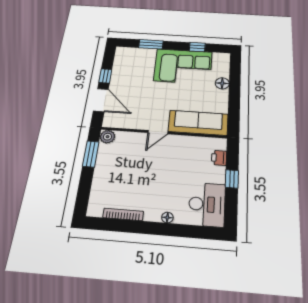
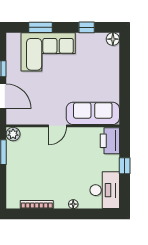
corner sofa: (183, 66) -> (48, 52), moved
floor lamp: (222, 83) -> (113, 39), moved
printer: (219, 158) -> (110, 141), width x1.87, depth x1.48

